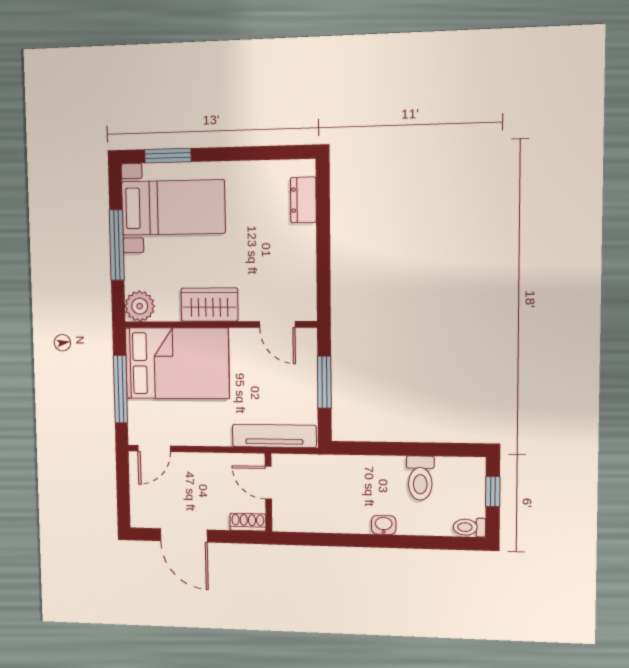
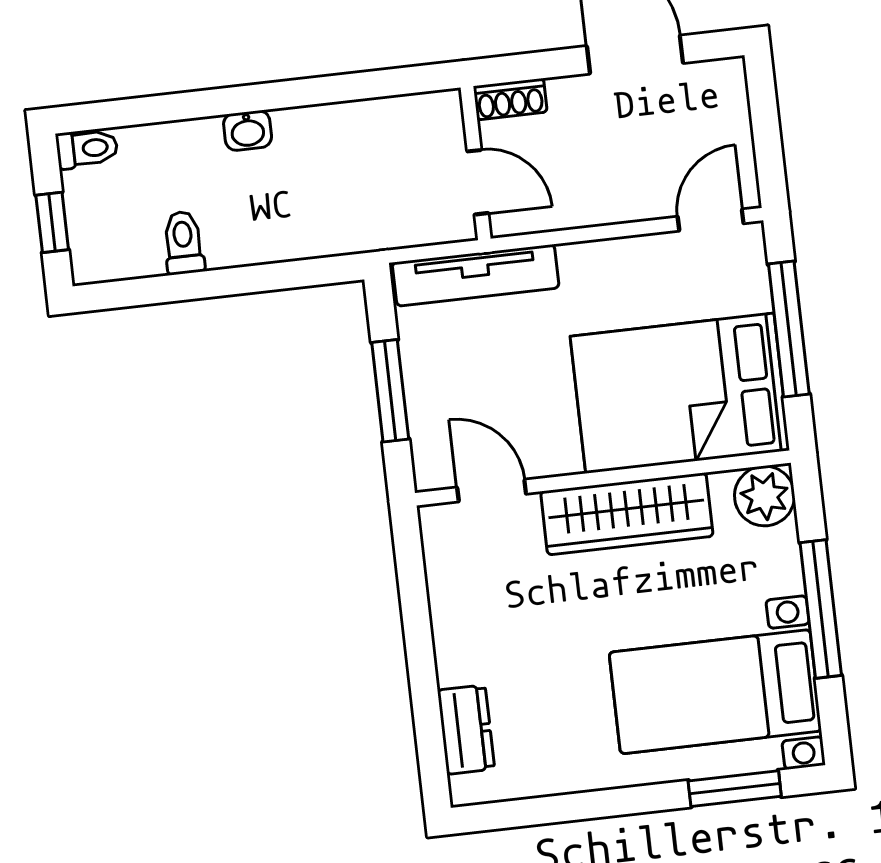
wardrobe: (209, 305) -> (627, 514), width x1.50
toilet: (420, 478) -> (183, 243), width x0.73, depth x0.72

